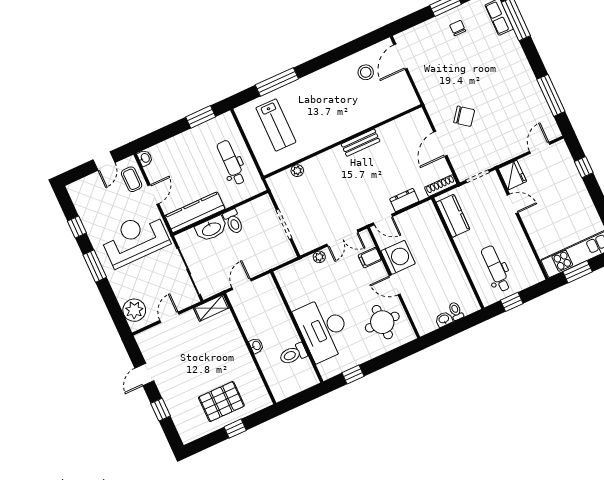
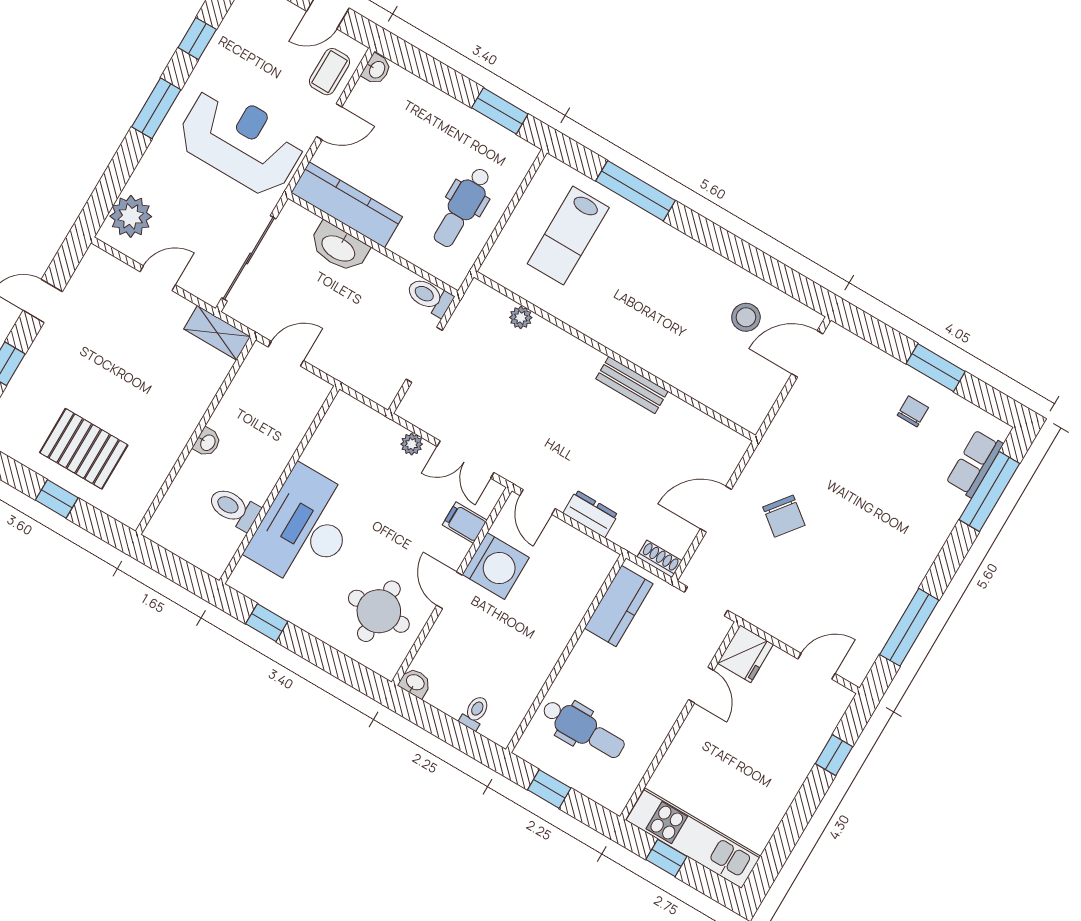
dental chair: (231, 163) -> (462, 207), turned 180
shoe rack: (441, 186) -> (659, 559), width x0.70
toilet: (233, 222) -> (430, 297), moved, turned 90
dental chair: (496, 269) -> (583, 729), turned 90
window: (578, 272) -> (666, 858), width x0.67
washbasin: (444, 319) -> (415, 683), moved

